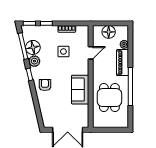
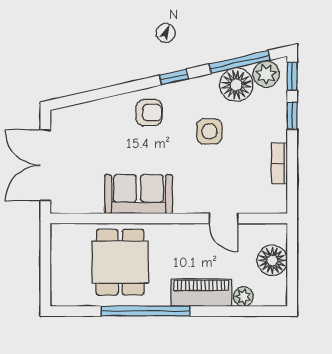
side table: (63, 52) -> (209, 131), moved
plant: (34, 61) -> (266, 74), moved
dining table: (109, 98) -> (120, 262), turned 90

